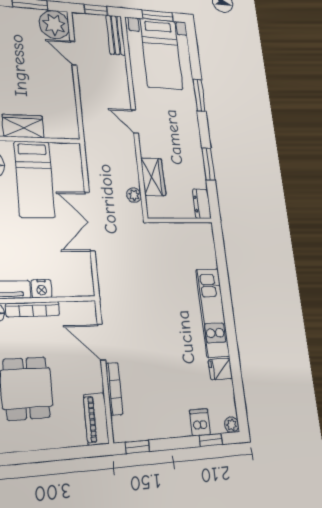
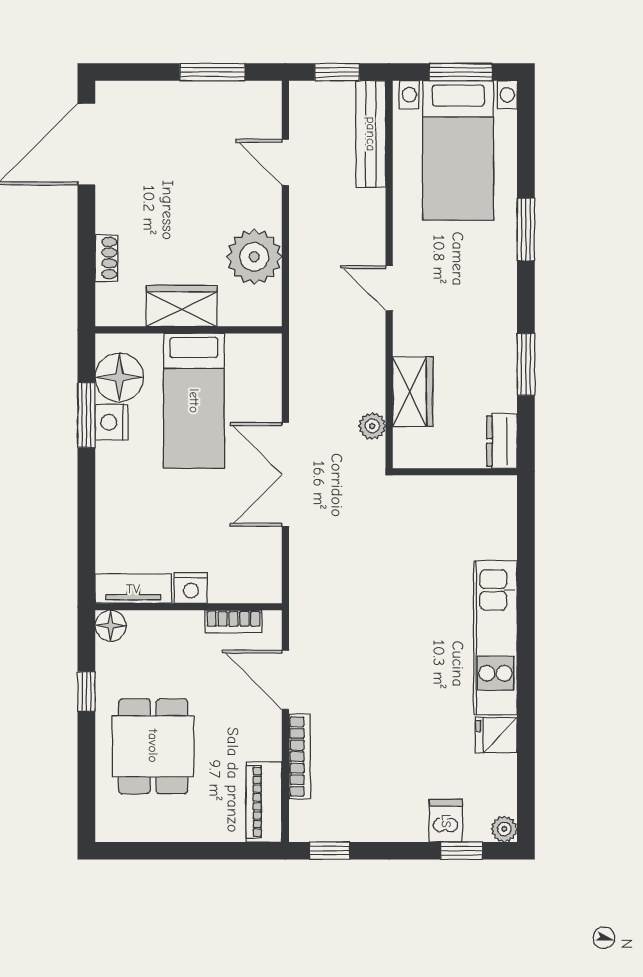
plant: (54, 25) -> (254, 257), moved
bench: (116, 35) -> (371, 134), width x1.36
bookcase: (33, 309) -> (233, 622), moved, width x0.64

